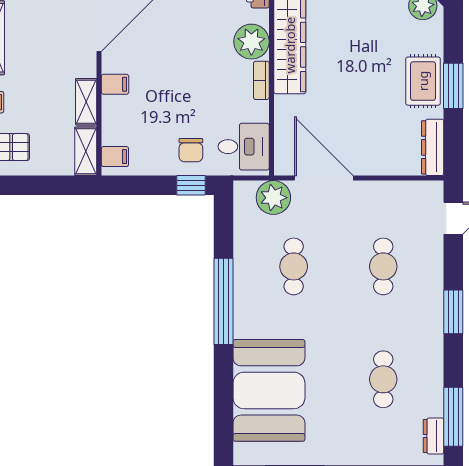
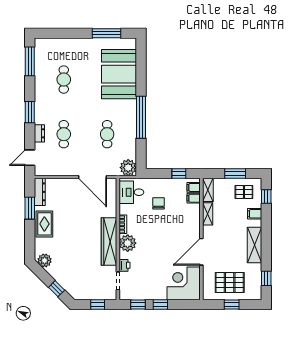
filing cabinet: (115, 84) -> (194, 198), moved
window: (453, 86) -> (30, 208), moved
chair: (191, 150) -> (159, 203), moved
window: (30, 185) -> (235, 174), added
window: (191, 185) -> (179, 174), moved
plant: (273, 198) -> (128, 168), moved
dresser: (434, 436) -> (39, 133), moved

